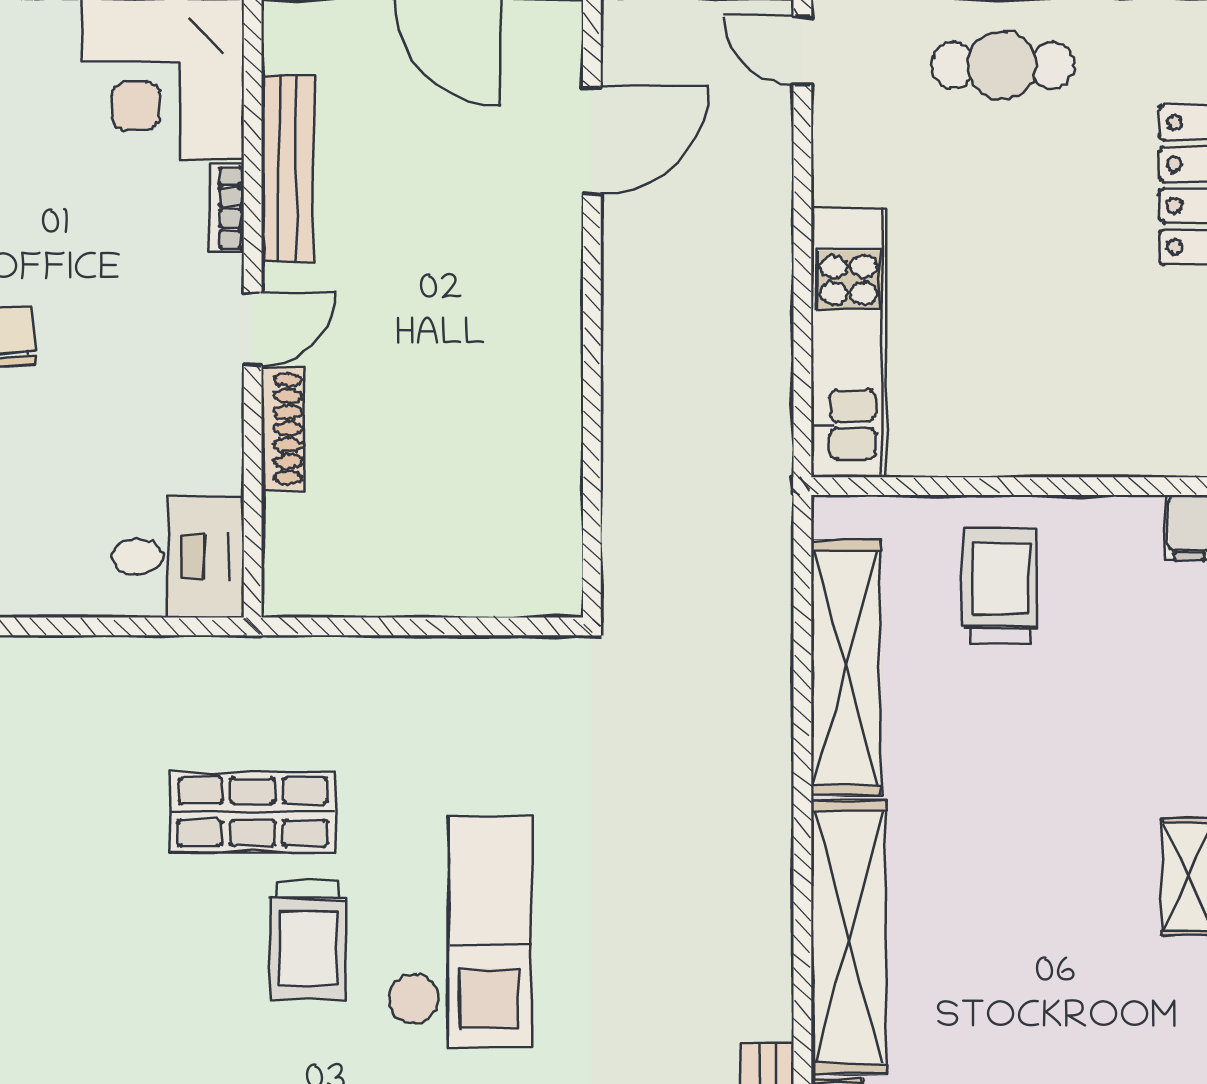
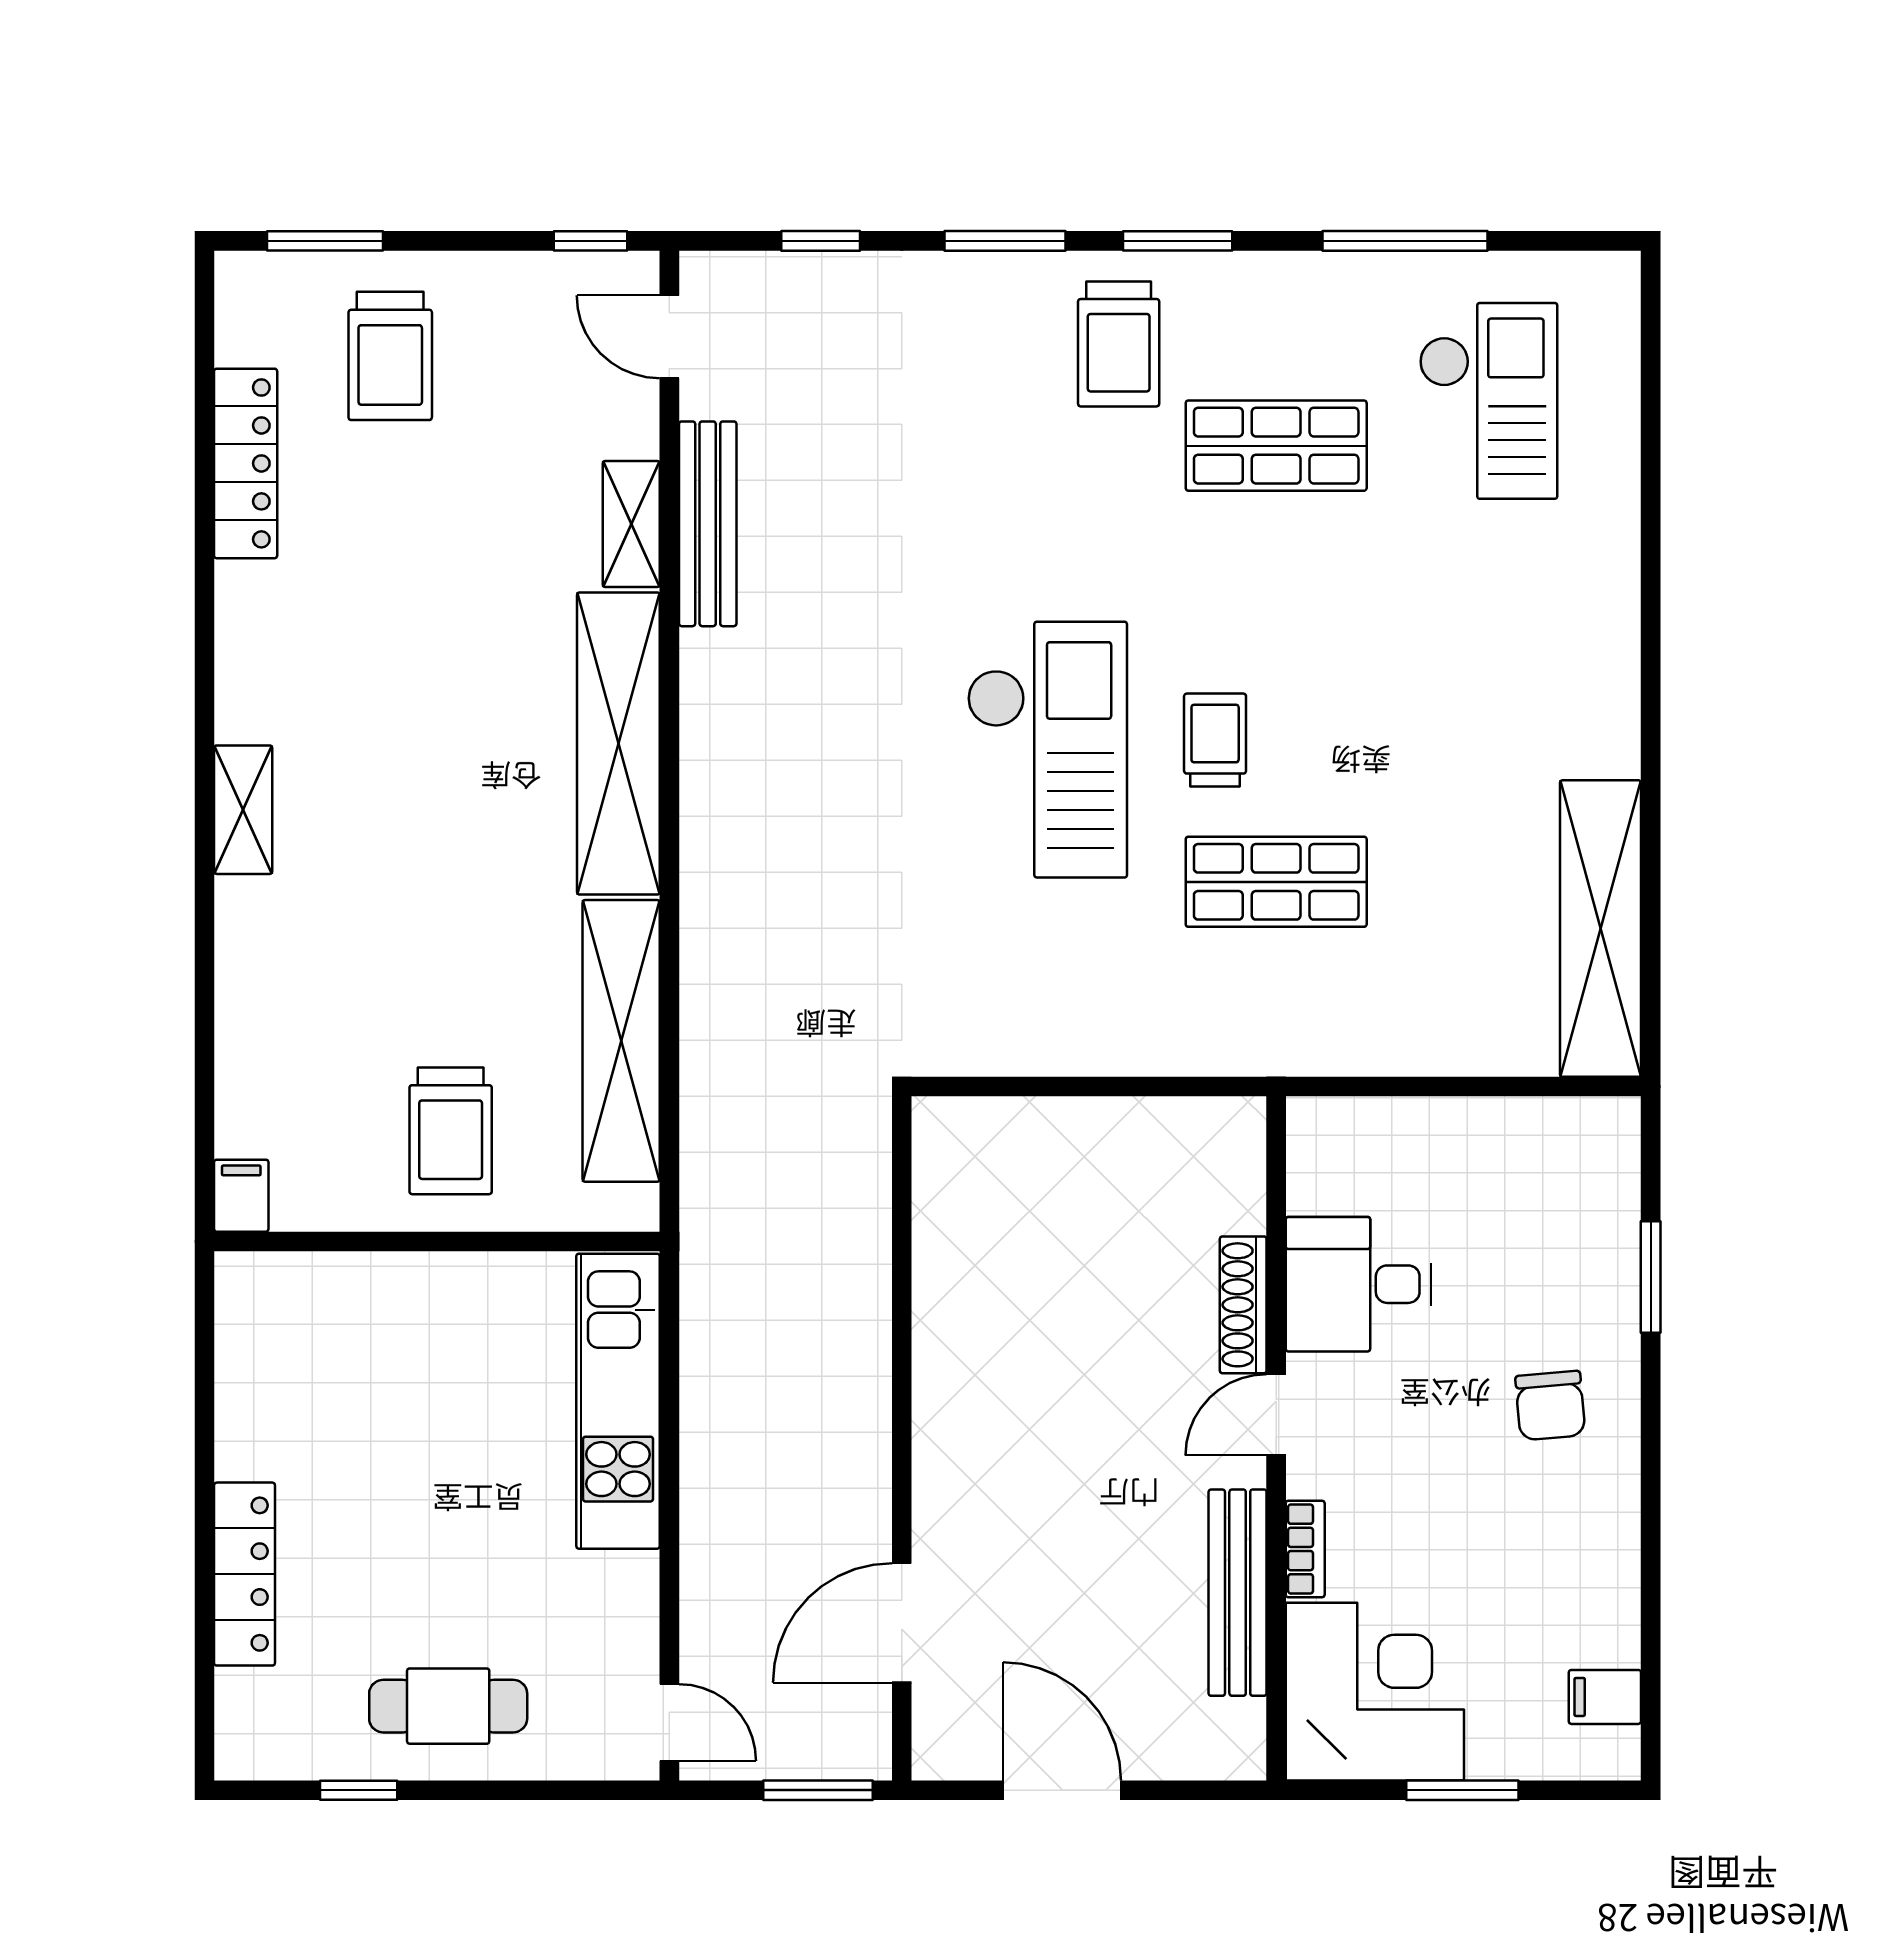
desk: (178, 557) -> (1358, 1284), moved
checkout: (460, 932) -> (1047, 750), turned 180
trolley: (308, 940) -> (1215, 740), width x0.73, depth x0.72

